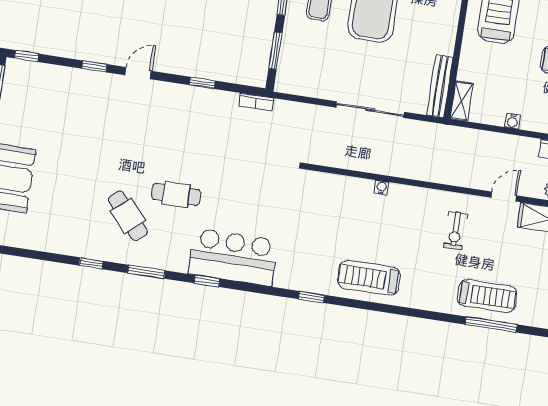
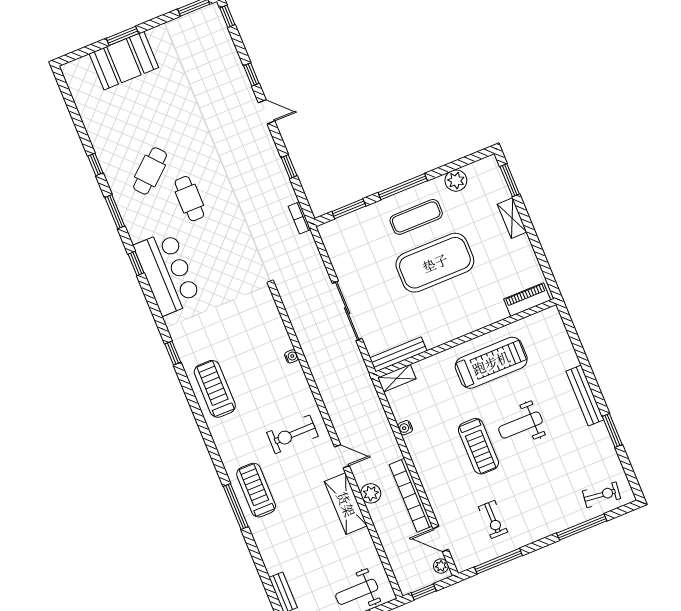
exercise bike: (455, 231) -> (293, 434), width x1.38, depth x1.39
treadmill: (487, 296) -> (256, 490), turned 180

